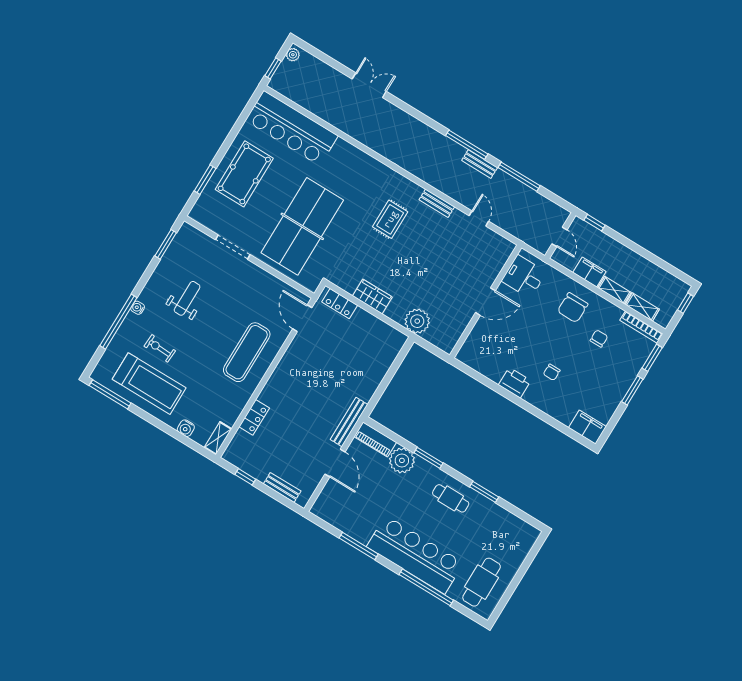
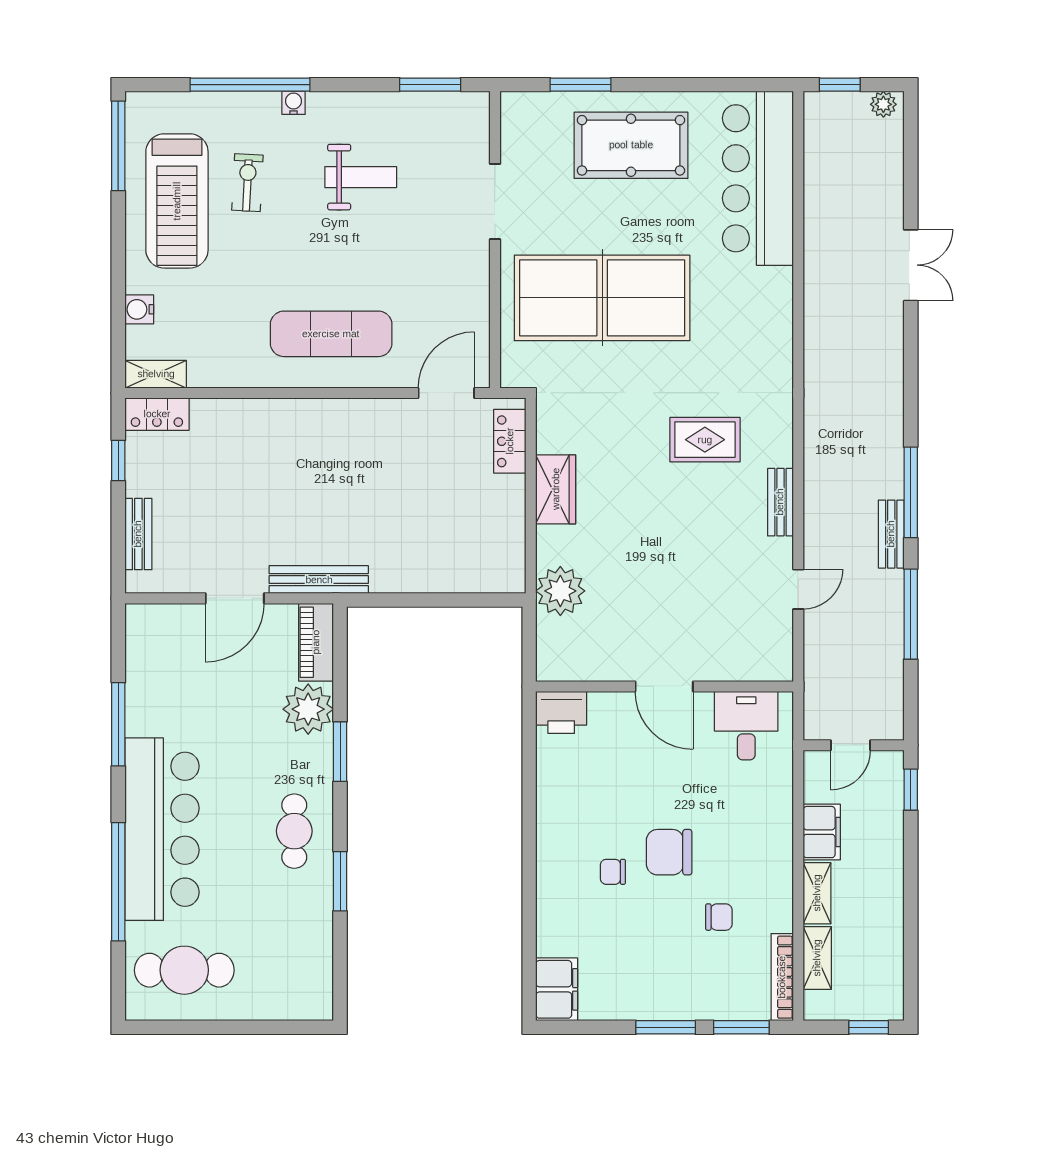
chair: (573, 308) -> (669, 852), moved
printer: (515, 383) -> (561, 712), moved, turned 90
locker: (254, 417) -> (157, 414), moved

